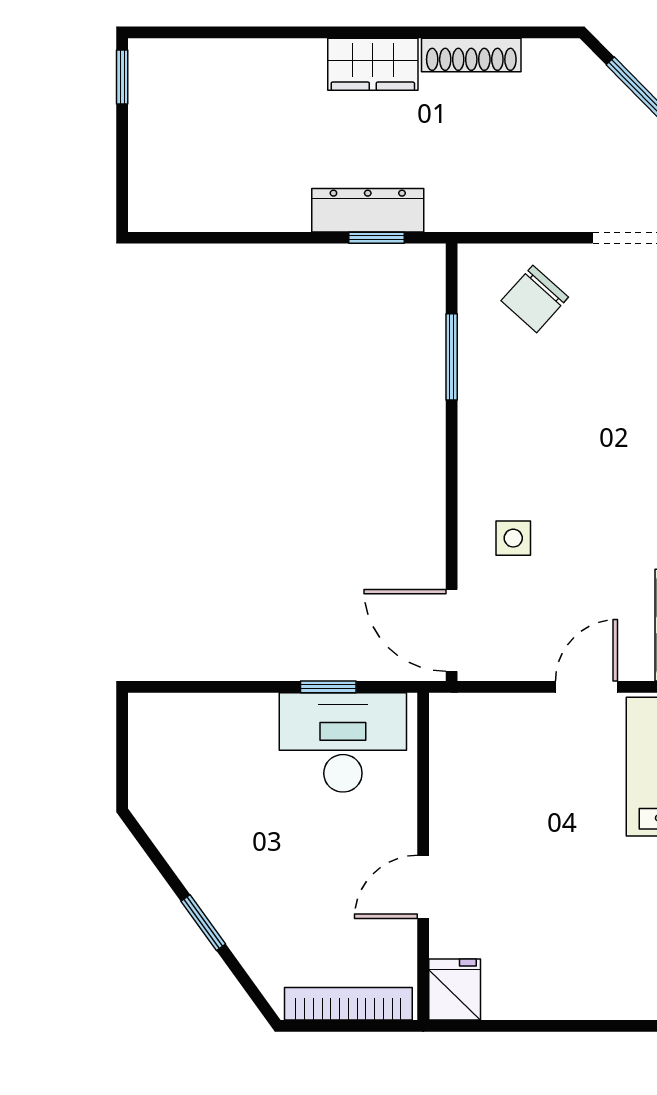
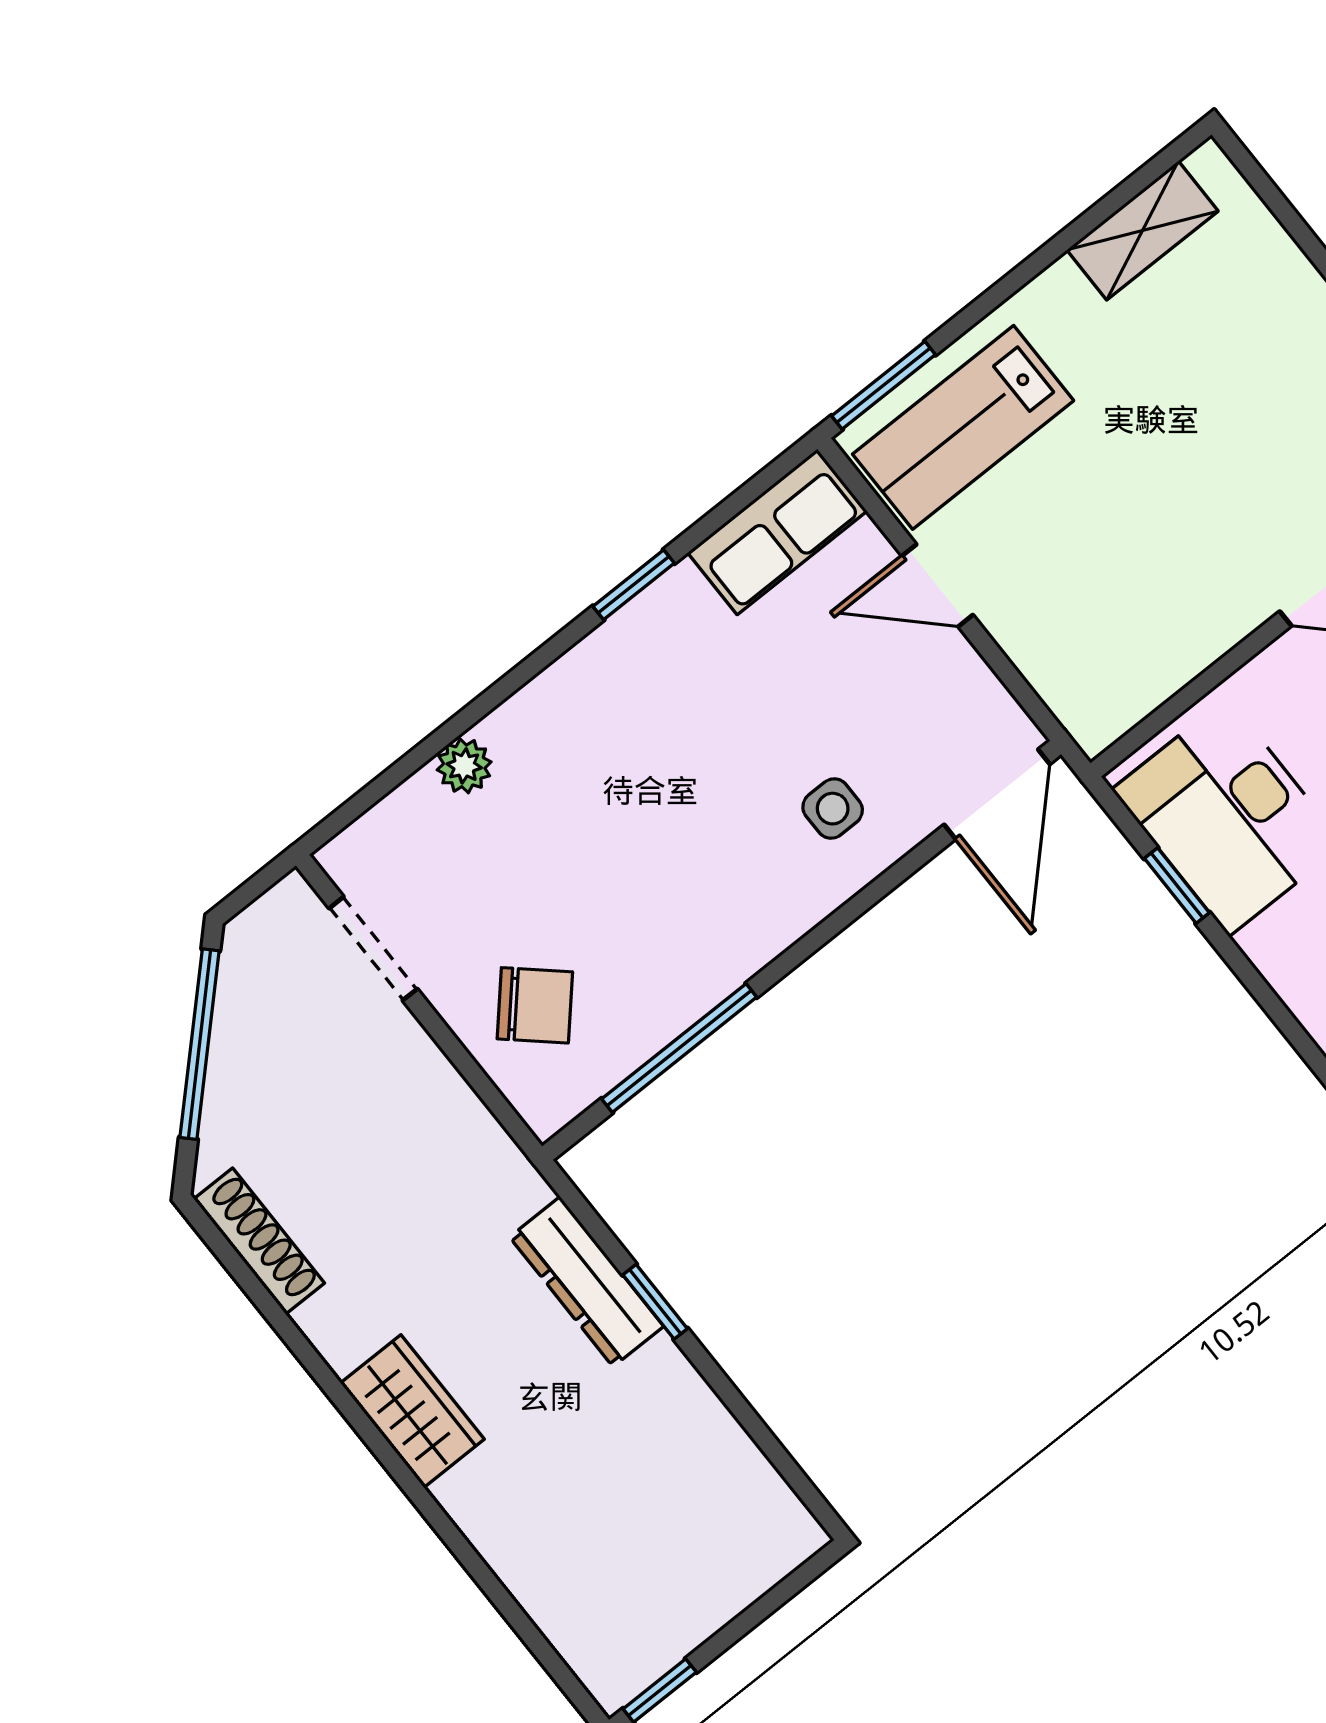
shoe rack: (471, 55) -> (259, 1241), moved
window: (377, 238) -> (655, 1302), moved
window: (452, 357) -> (679, 1048), width x1.44

